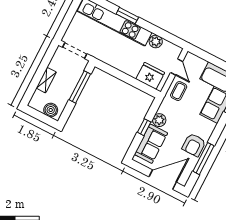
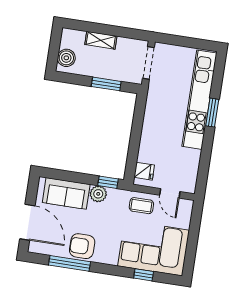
plant: (156, 41) -> (192, 158), removed
door: (177, 67) -> (170, 193), hinge flipped
fridge: (150, 76) -> (144, 171), width x0.53, depth x0.75
window: (80, 87) -> (106, 84), width x0.69
window: (144, 127) -> (108, 182), moved

